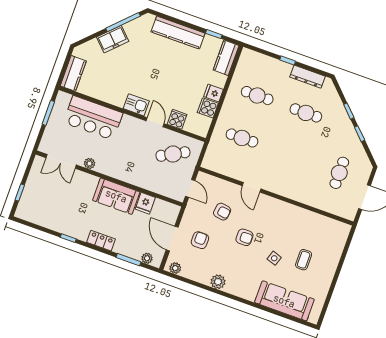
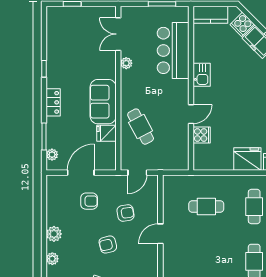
fridge: (213, 93) -> (247, 159), width x1.88, depth x1.34
kitchen sink: (136, 105) -> (202, 75), moved
cooker: (208, 108) -> (242, 24), moved, turned -135
cafe table: (242, 138) -> (206, 207), turned 90
cafe table: (173, 154) -> (141, 127), moved
armchair: (222, 212) -> (126, 213), turned -107
armchair: (244, 237) -> (108, 245), turned 76
plant: (175, 268) -> (52, 259), moved

